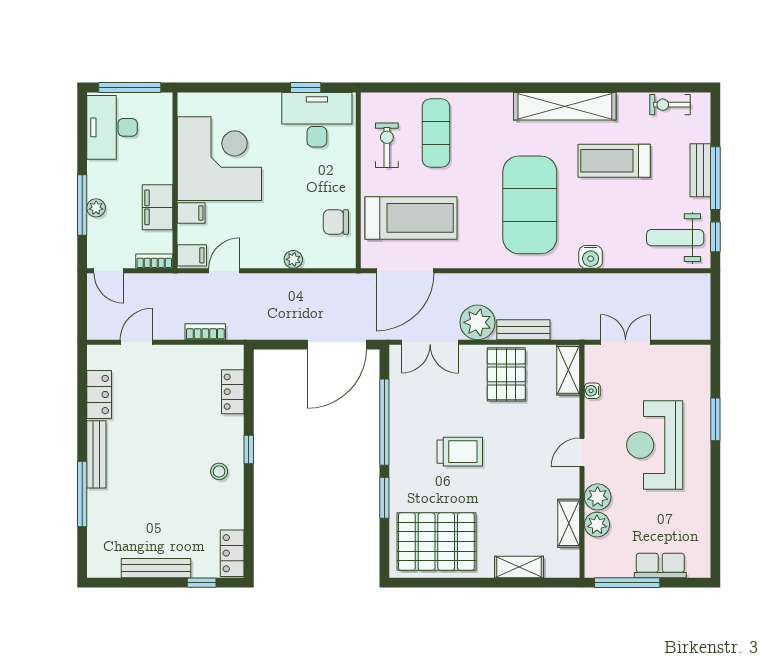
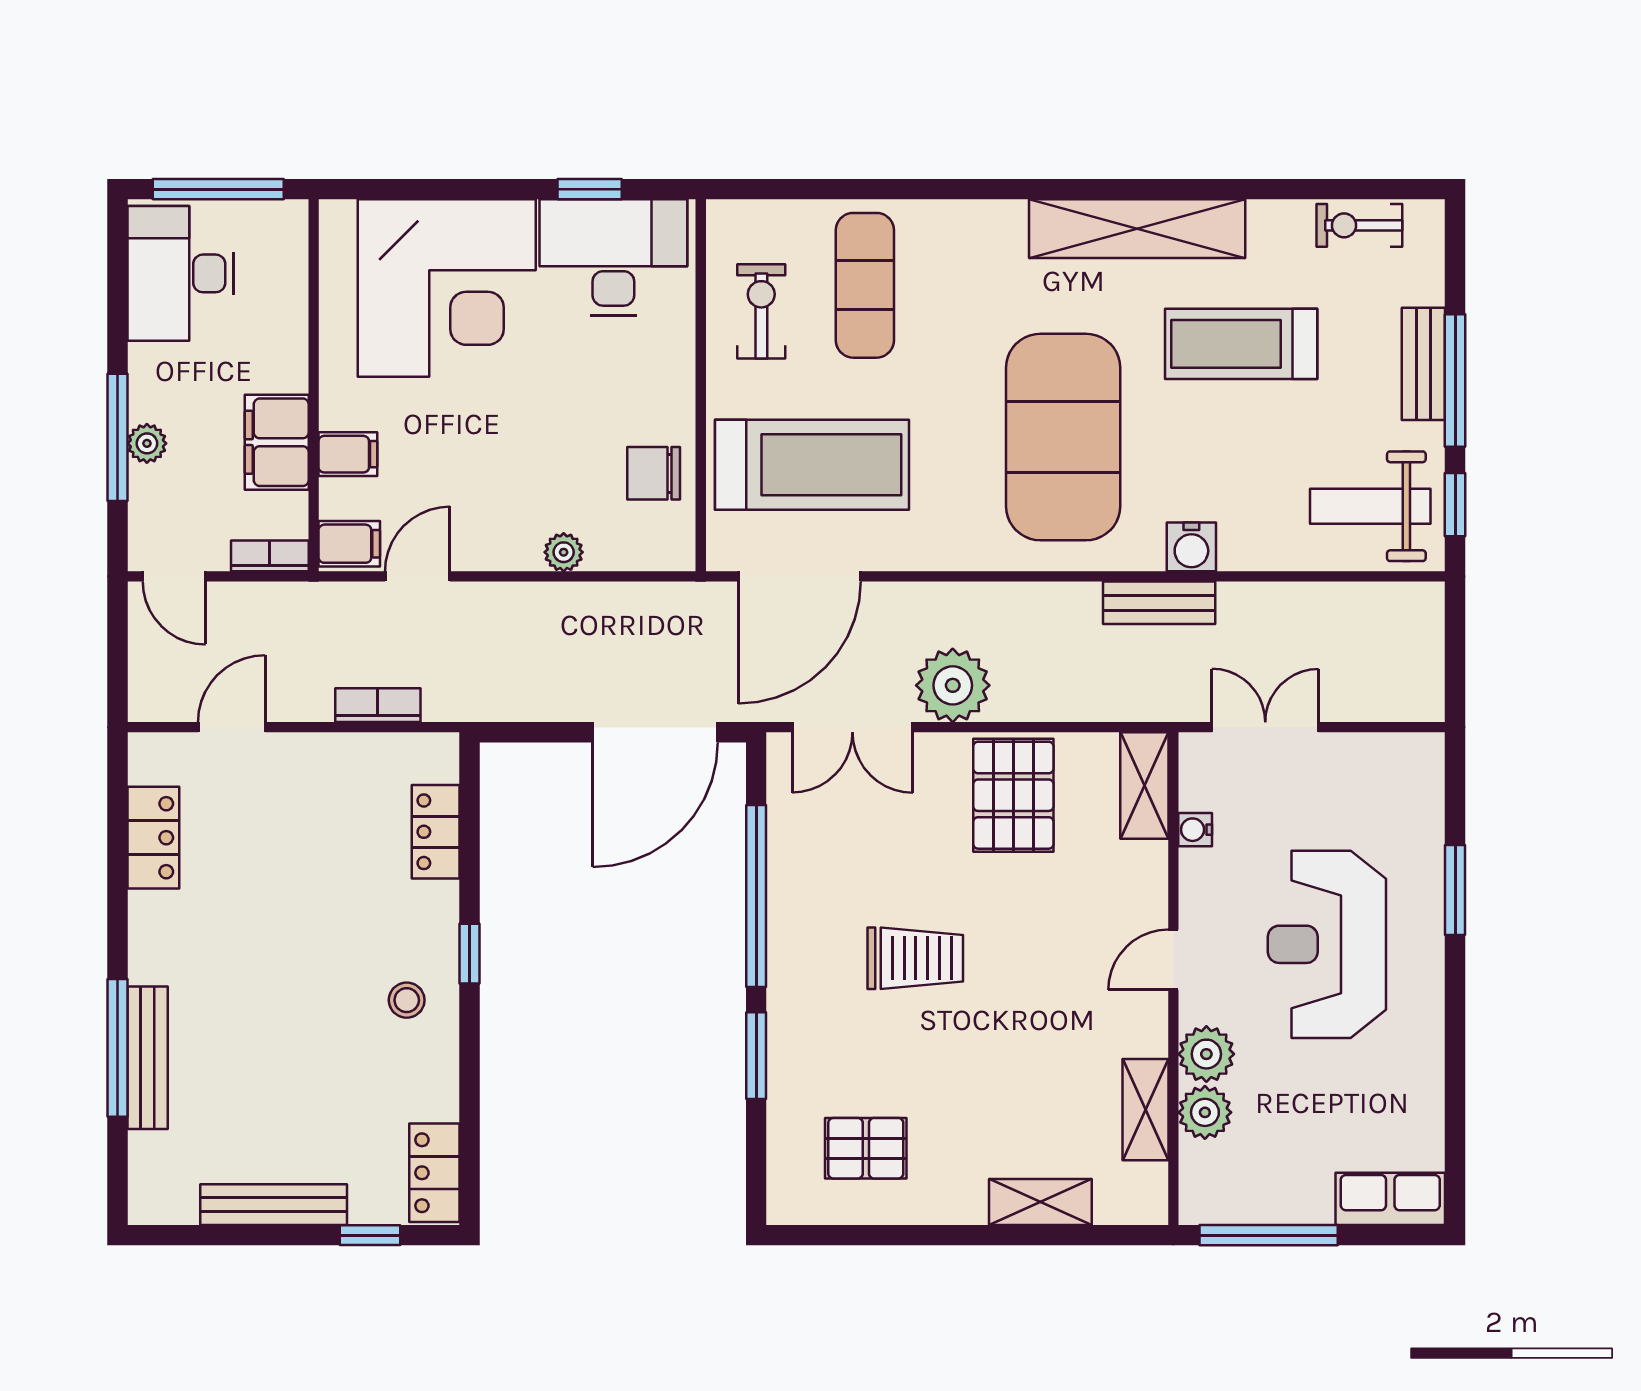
corner desk: (219, 159) -> (447, 288), moved, turned 90
bench: (523, 330) -> (1159, 603), moved
bench: (96, 454) -> (148, 1058), moved
pallet: (436, 542) -> (866, 1148), width x0.49, depth x0.50
row of seats: (660, 566) -> (1390, 1199), moved

